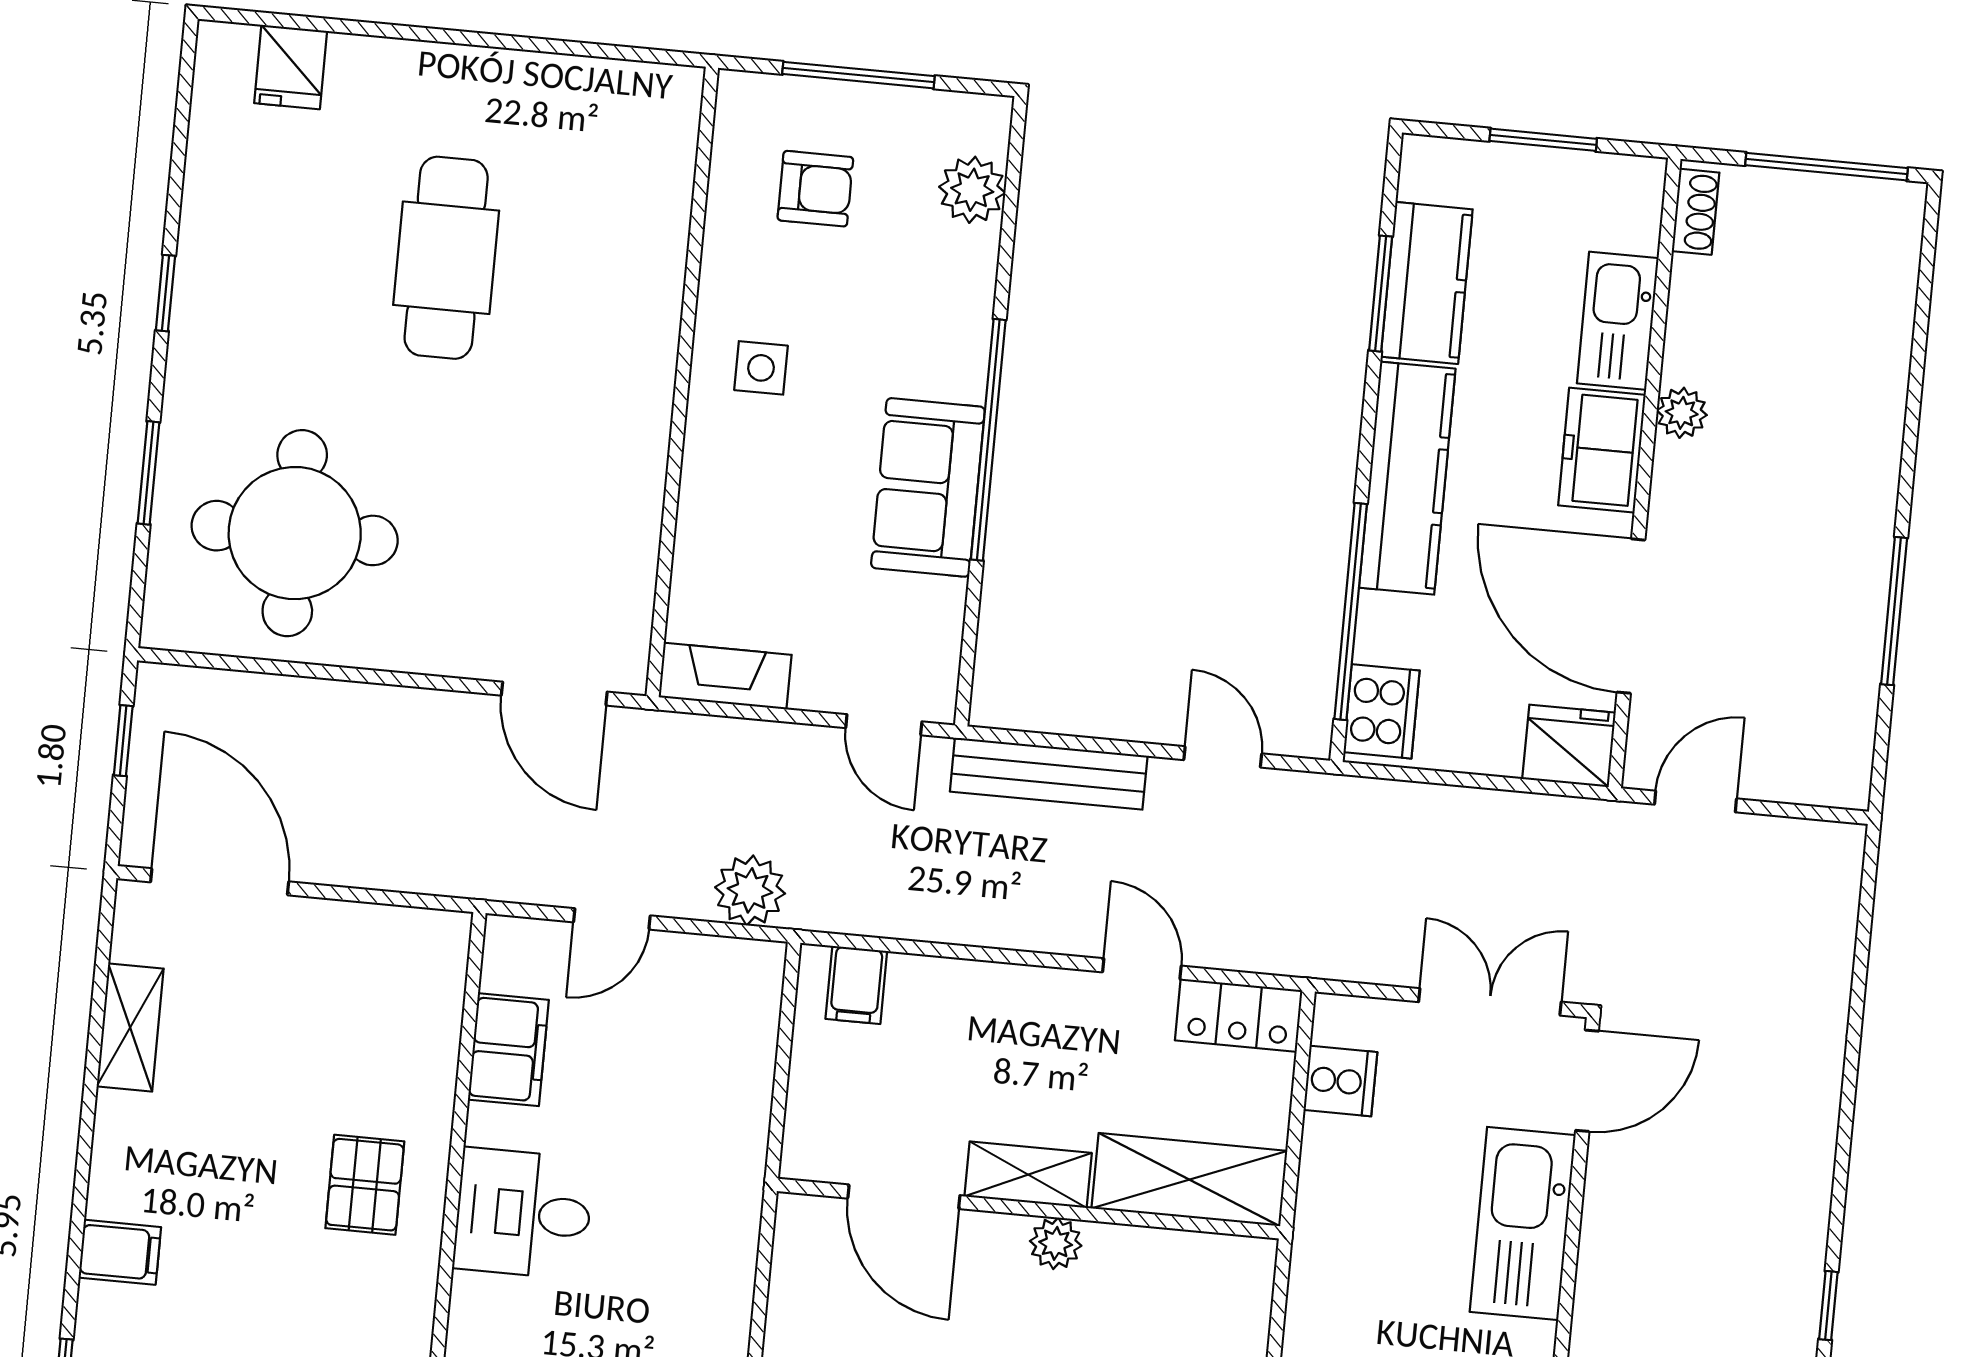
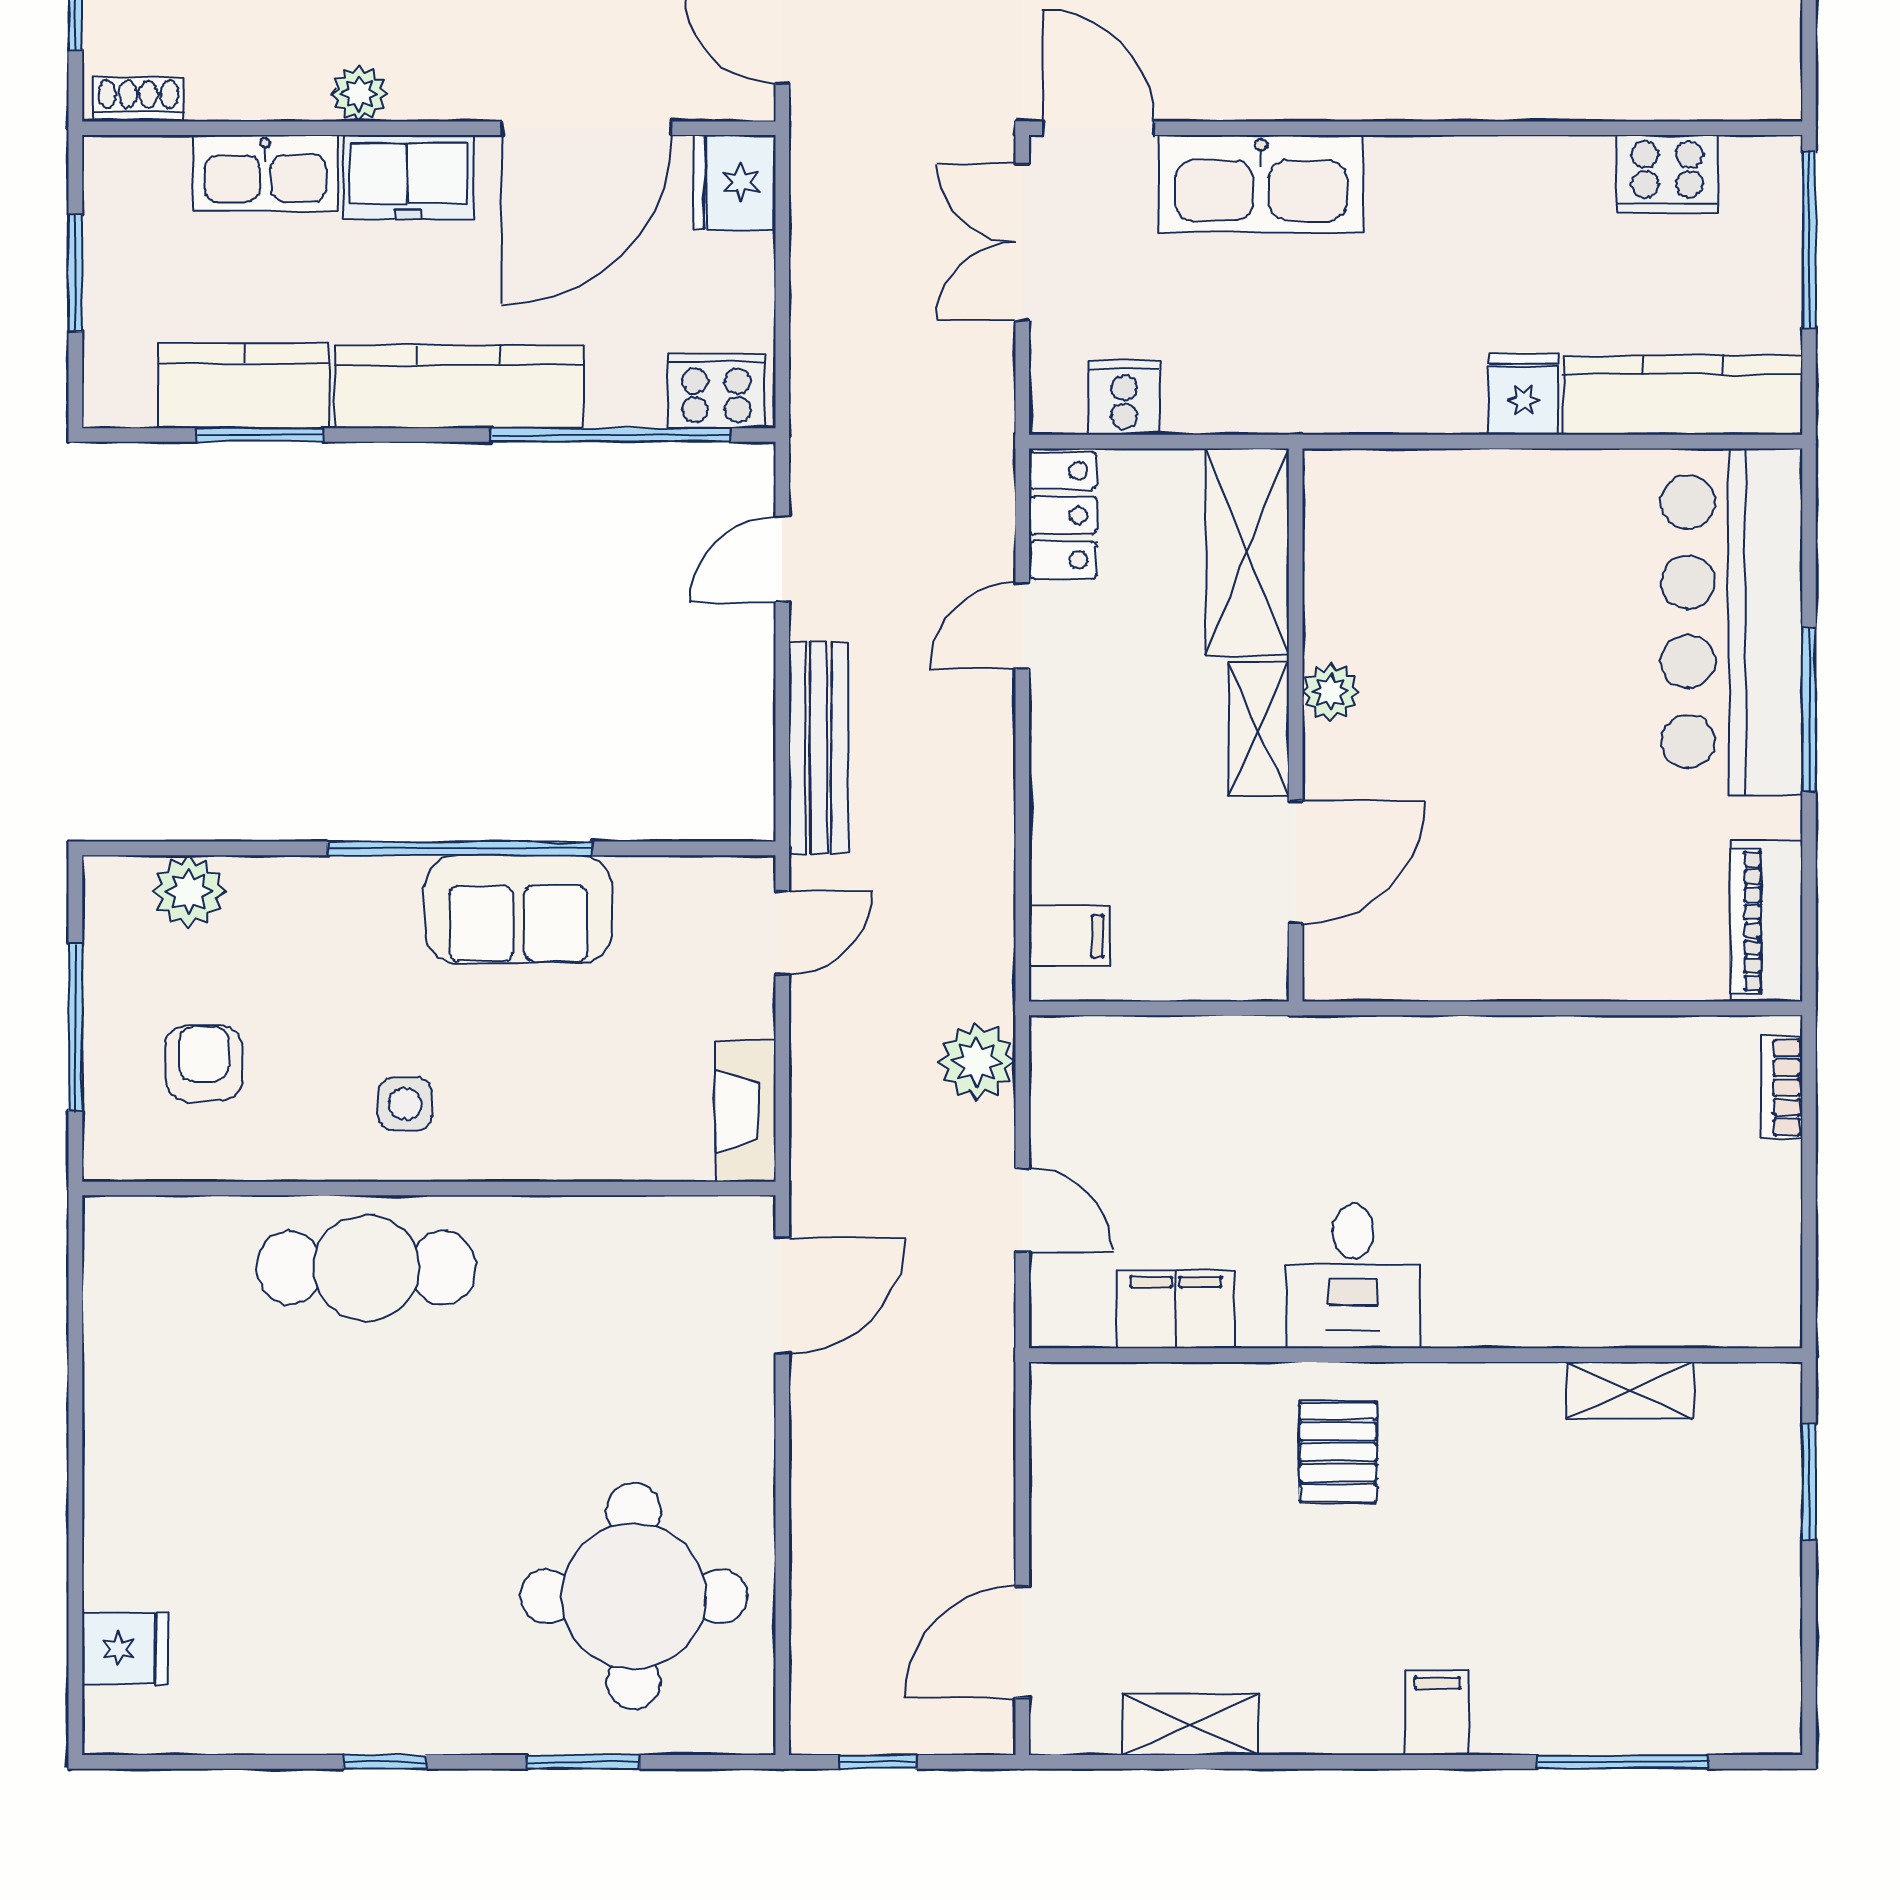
cafe table: (446, 258) -> (366, 1268), moved
door: (220, 882) -> (1022, 1642), width x0.73
pallet: (365, 1185) -> (1338, 1452), turned 90

